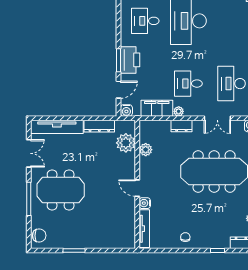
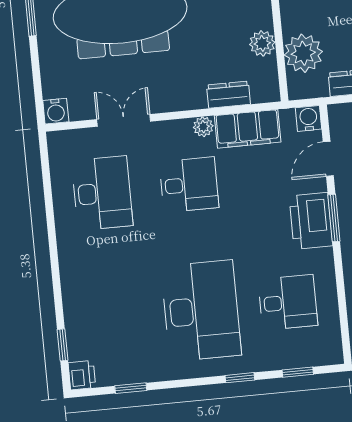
dresser: (181, 126) -> (229, 95), moved

